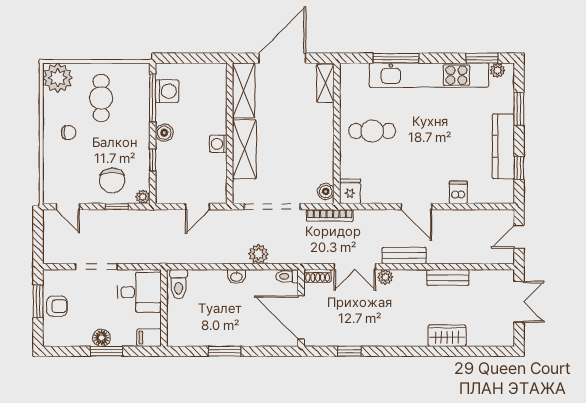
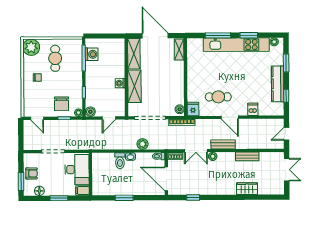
door: (282, 58) -> (155, 36), hinge flipped
window: (482, 58) -> (249, 35), moved
cafe table: (372, 131) -> (218, 97), moved
boiler: (164, 133) -> (90, 112), moved
toilet: (178, 284) -> (120, 161), moved
desk: (139, 292) -> (77, 170), width x1.37
window: (38, 301) -> (21, 181), moved
floor lamp: (102, 338) -> (39, 191), moved

